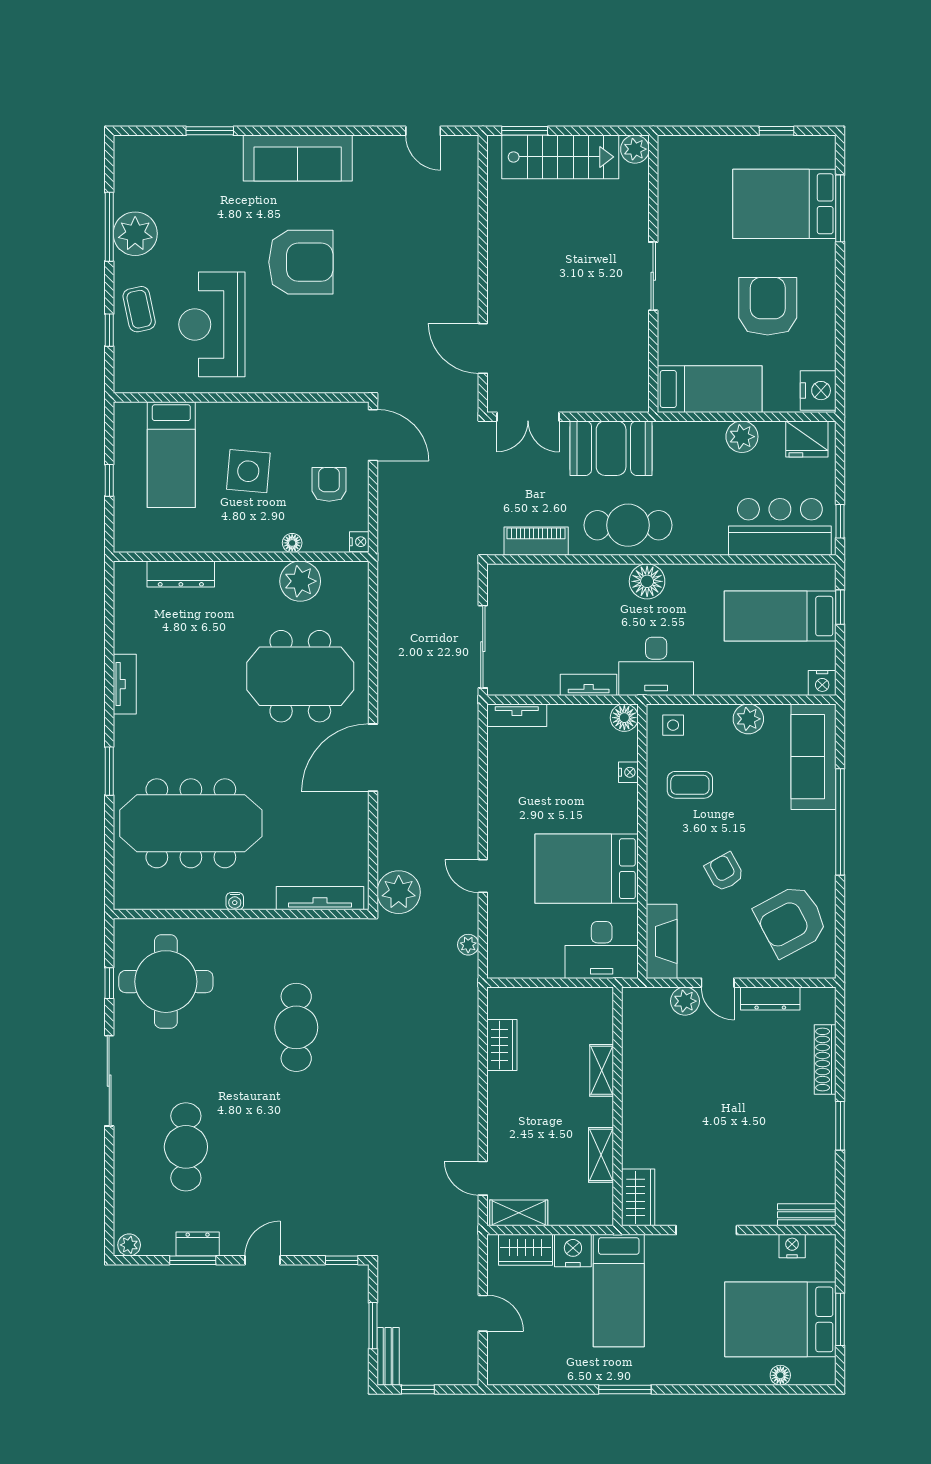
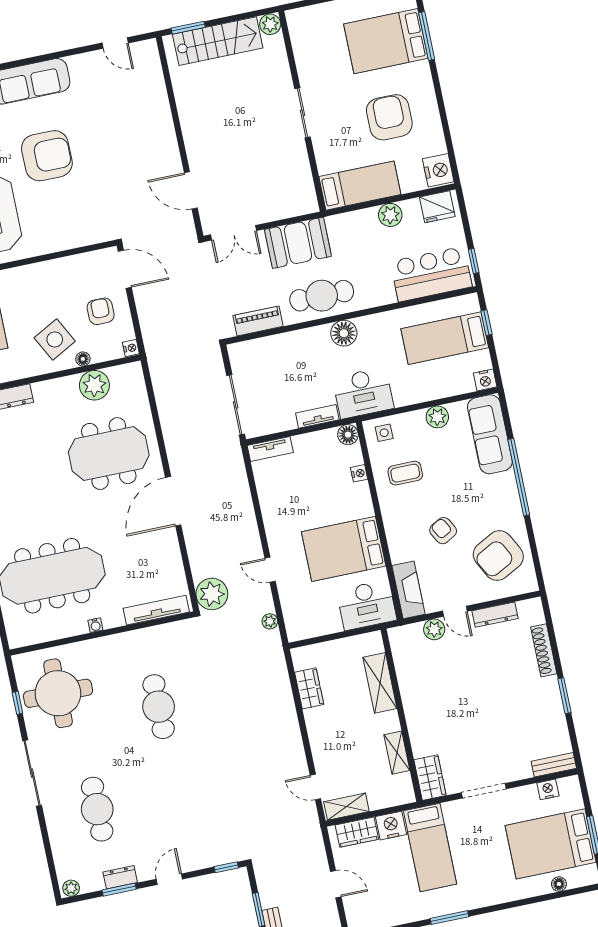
side table: (248, 471) -> (55, 339), moved, turned -33
shelving: (602, 1070) -> (380, 683), width x1.50, depth x1.33

